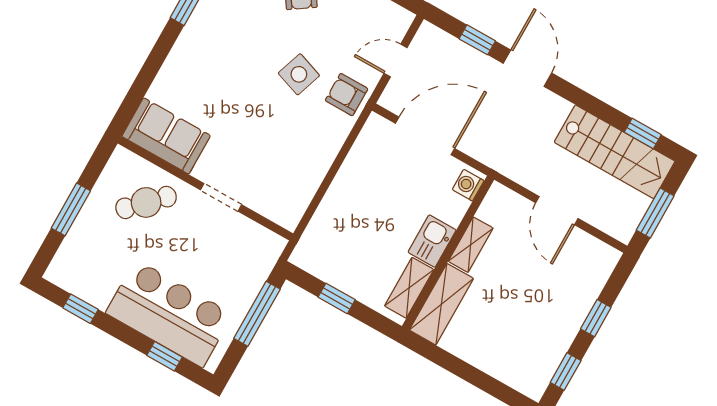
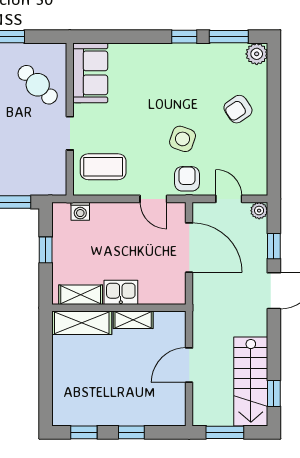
plant: (428, 34) -> (259, 211), added
door: (348, 145) -> (153, 199), added
coffee table: (280, 181) -> (103, 167), added
washing machine: (468, 185) -> (80, 211), moved, turned 180

